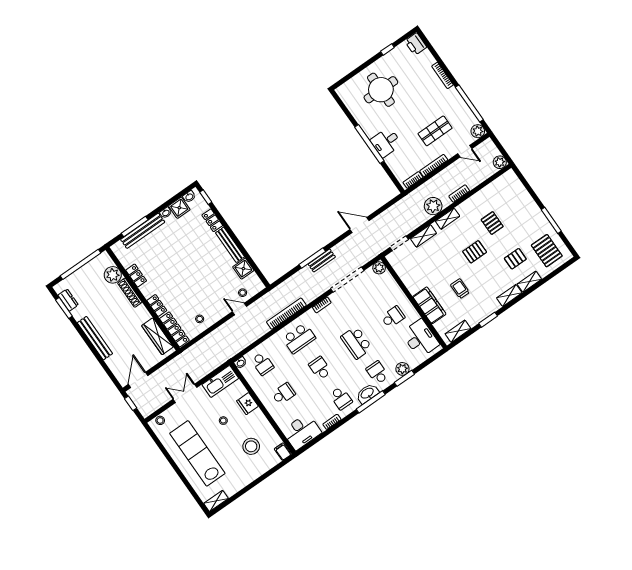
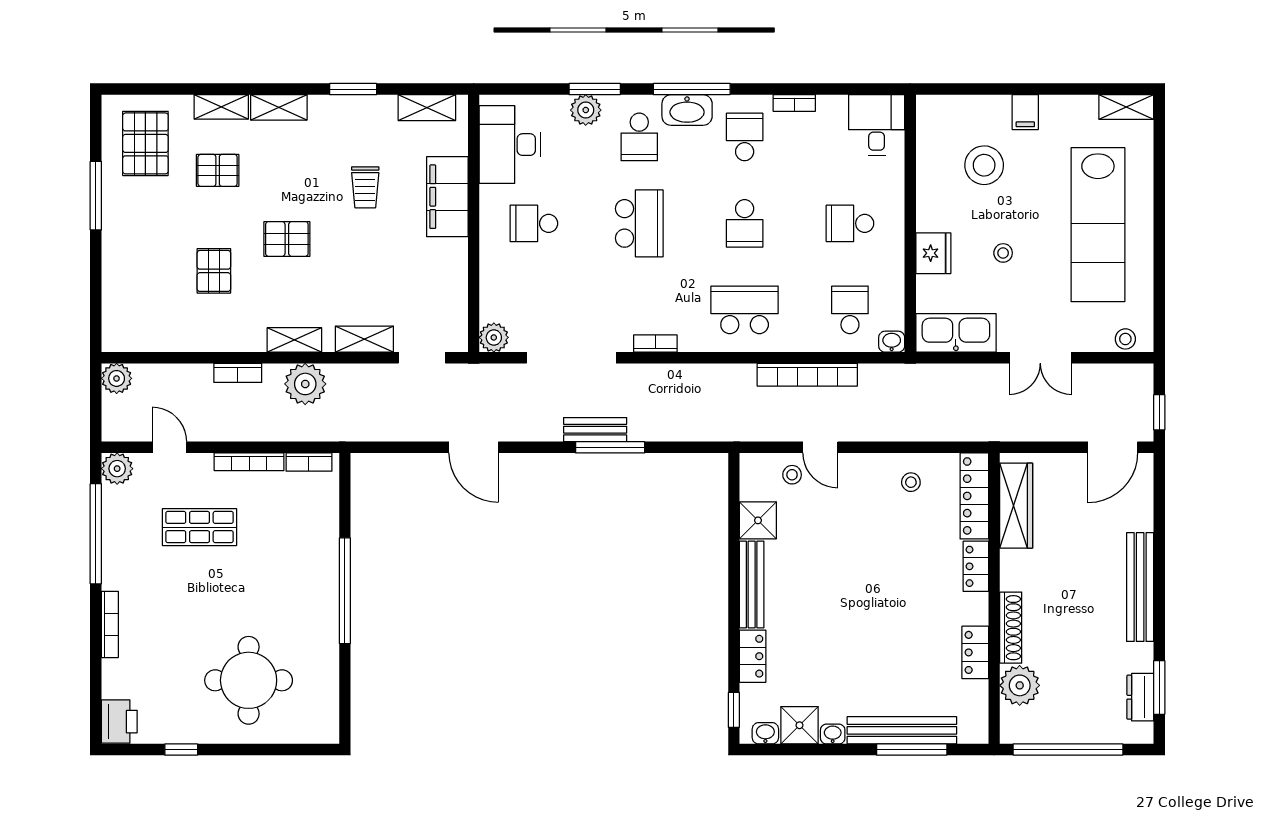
desk: (386, 142) -> (310, 572), removed
bookcase: (286, 314) -> (807, 375), moved
desk: (302, 432) -> (877, 125), width x0.73
filing cabinet: (283, 452) -> (1025, 112), moved

